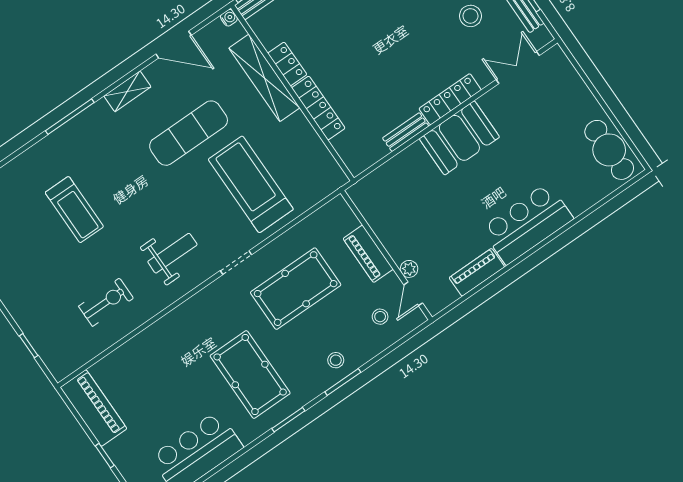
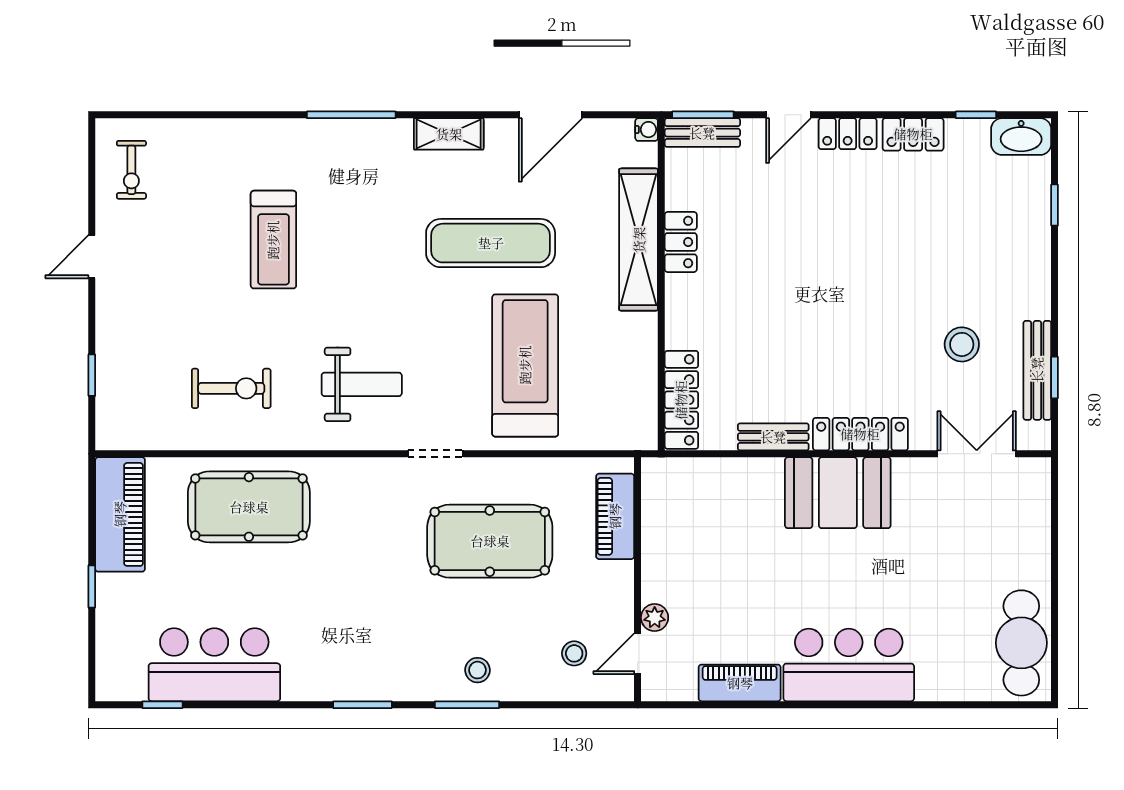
door: (174, 45) -> (551, 115), hinge flipped
locker: (318, 108) -> (681, 400), moved
piano: (368, 254) -> (615, 516), moved
pool table: (250, 374) -> (249, 507), moved, turned 90

